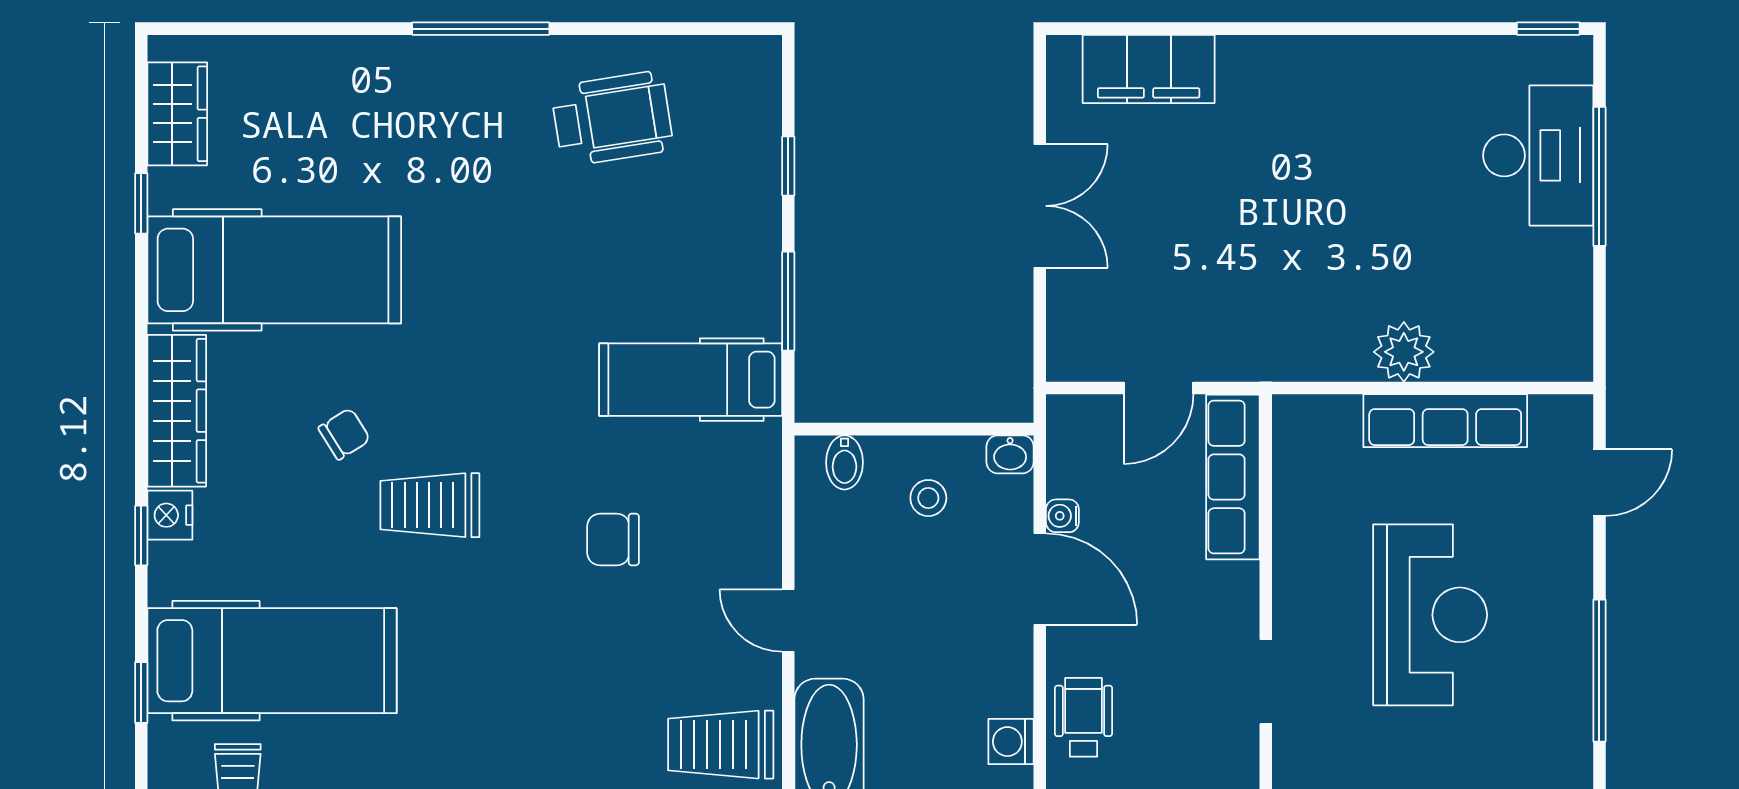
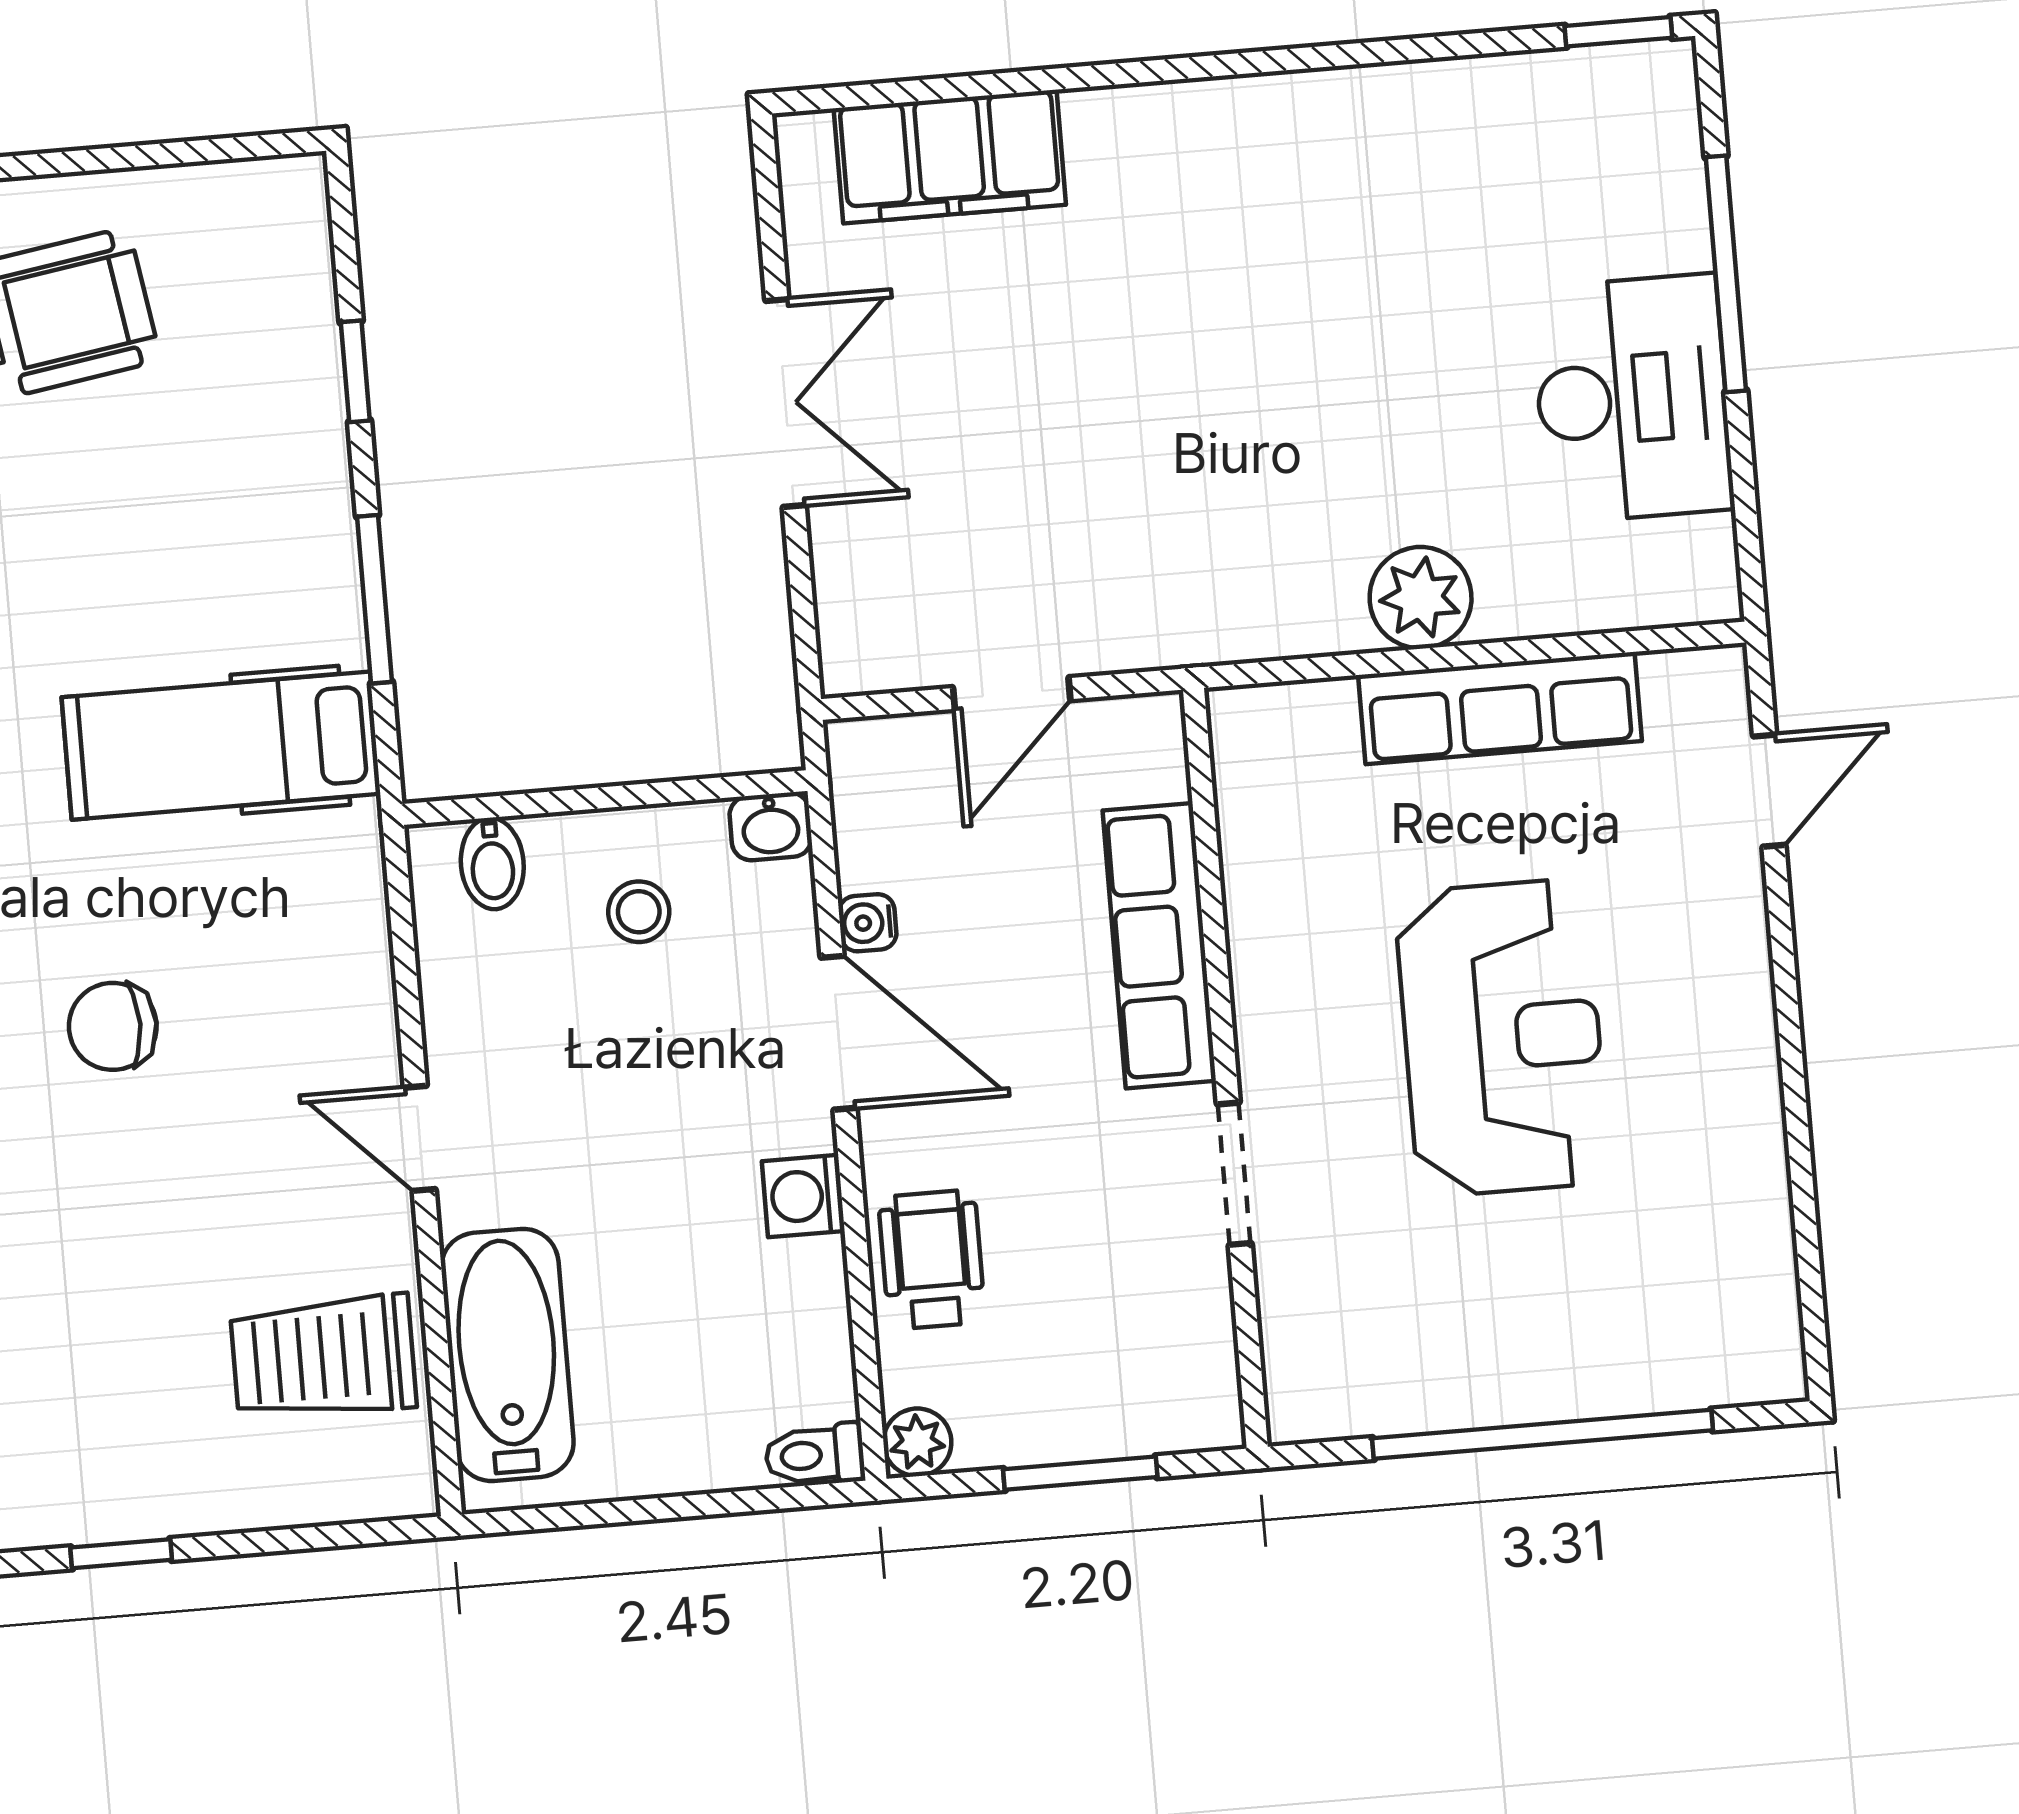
desk: (1538, 155) -> (1632, 399), moved
row of seats: (1233, 477) -> (1159, 946), moved
window: (1599, 671) -> (1796, 1108), removed
washing machine: (1011, 742) -> (803, 1196), moved

